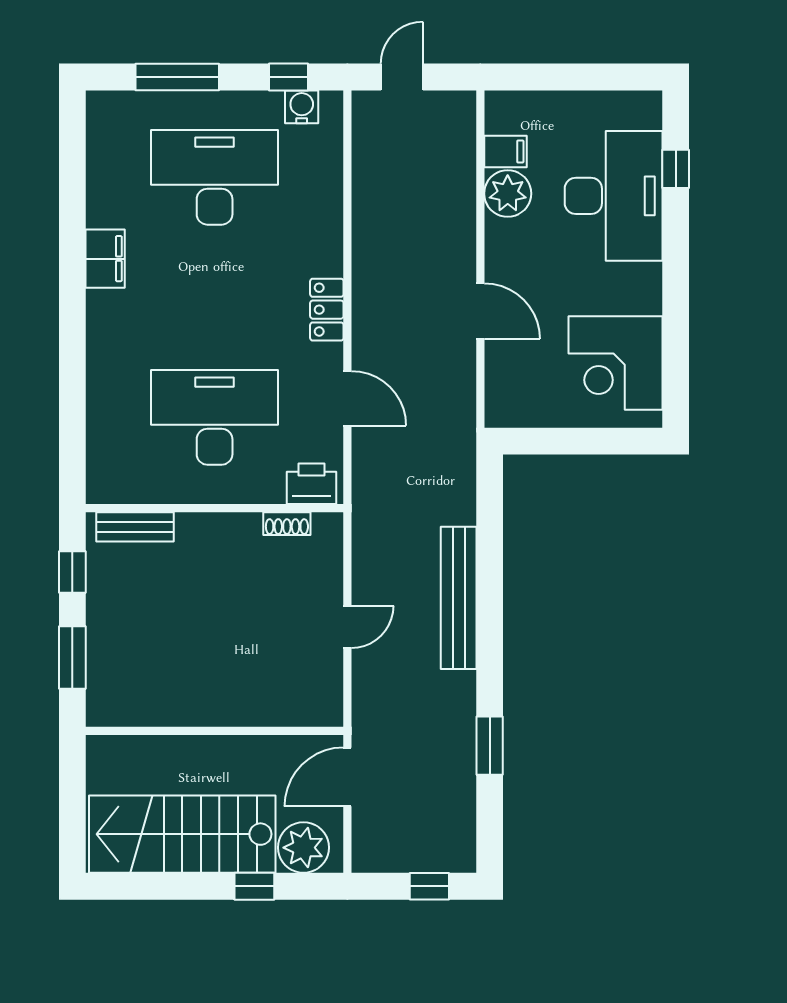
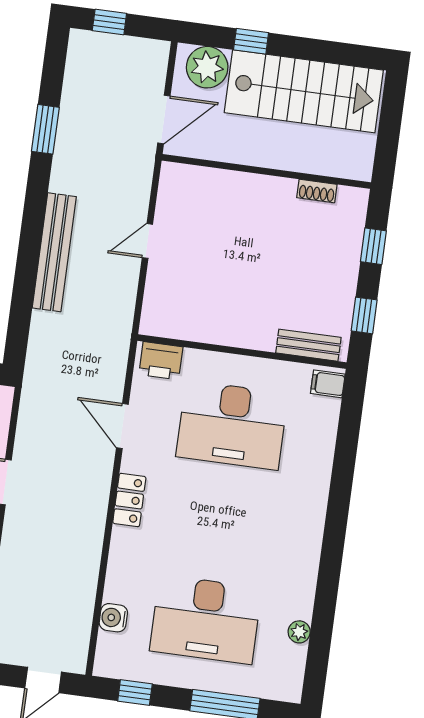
water cooler: (302, 107) -> (113, 618), moved, turned 90
plant: (99, 177) -> (299, 632), added
filing cabinet: (105, 259) -> (328, 384), moved, width x0.50
shoe rack: (287, 524) -> (317, 191), moved, turned 180
window: (72, 658) -> (373, 246), width x0.67

